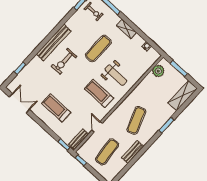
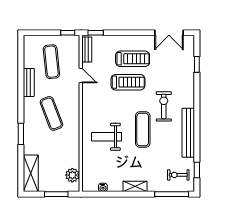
bench: (54, 43) -> (188, 133), moved
exercise mat: (98, 49) -> (143, 129), moved
treadmill: (99, 93) -> (128, 82), moved

